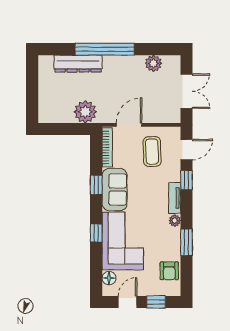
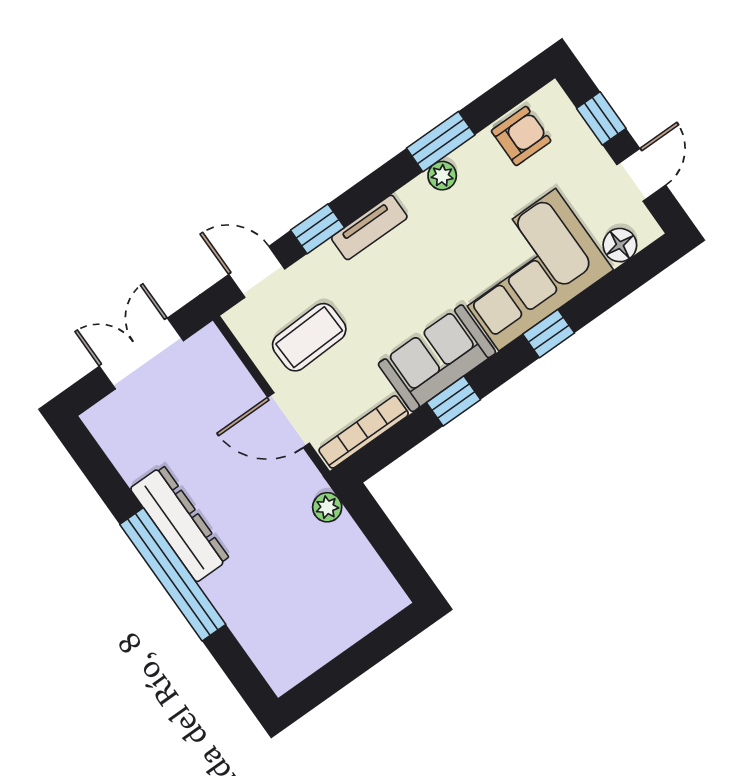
plant: (153, 63) -> (133, 458), removed
dresser: (78, 64) -> (180, 524), moved
plant: (85, 112) -> (327, 507), width x0.53, depth x0.53
plant: (175, 221) -> (442, 176), moved
door: (127, 302) -> (641, 175), swing flipped

